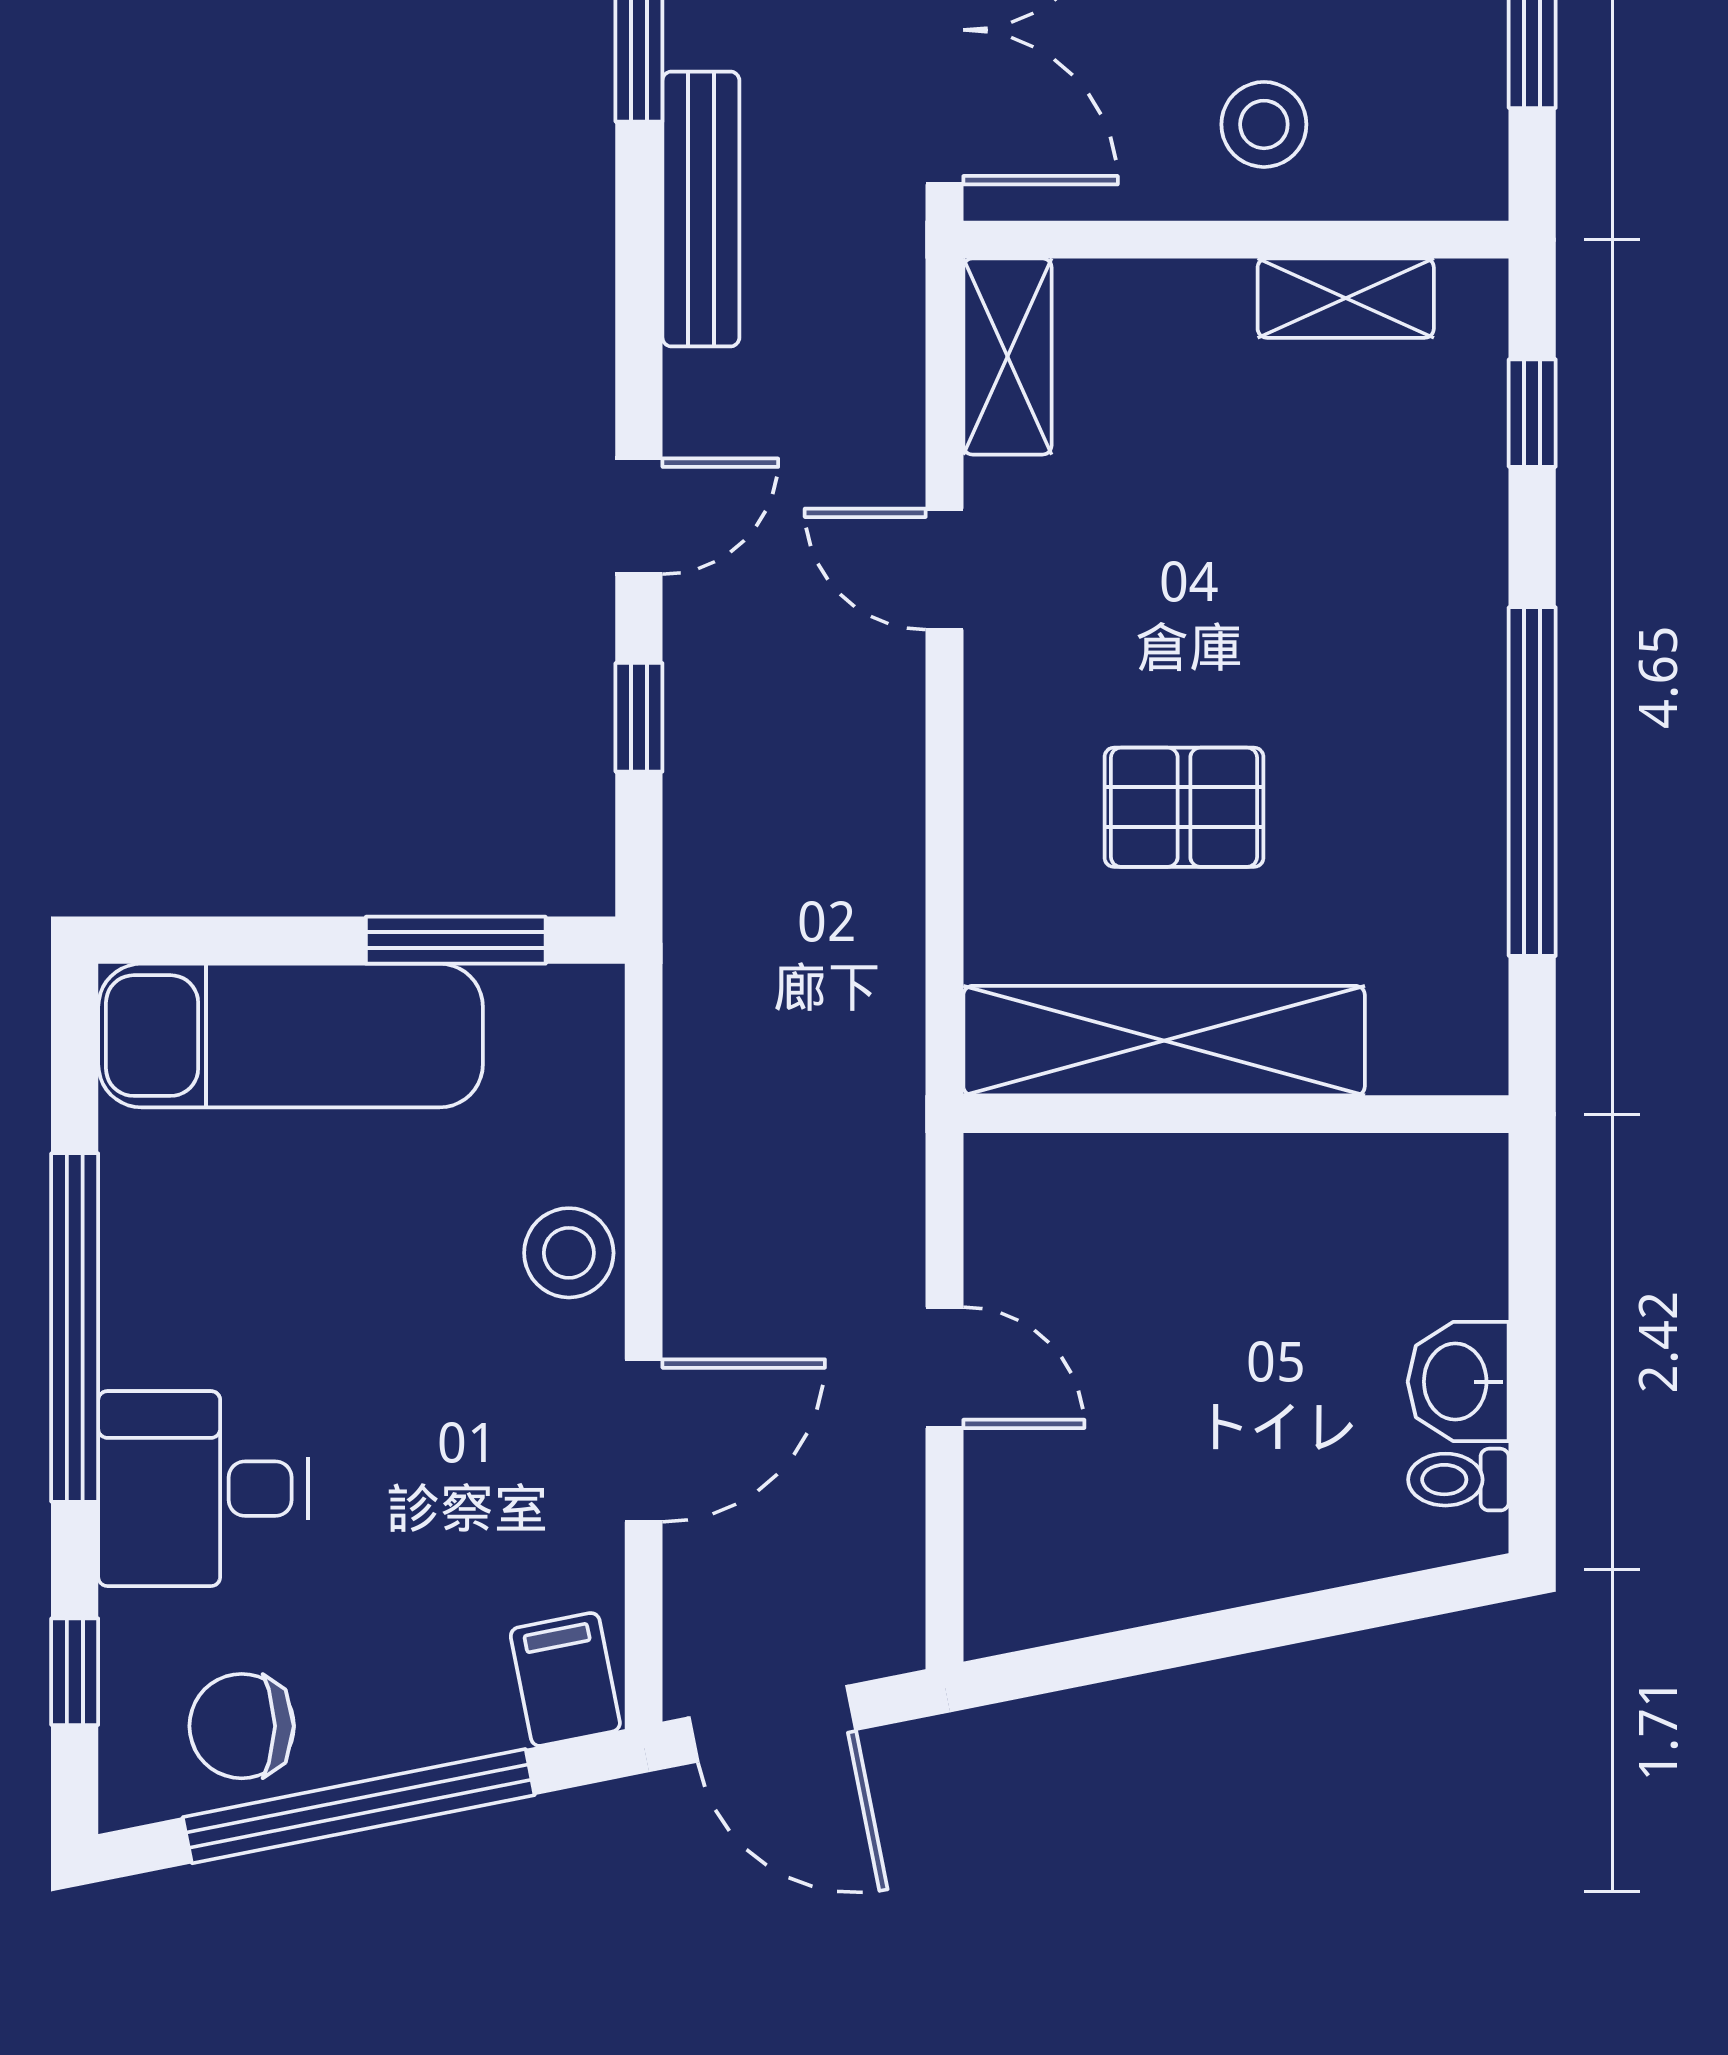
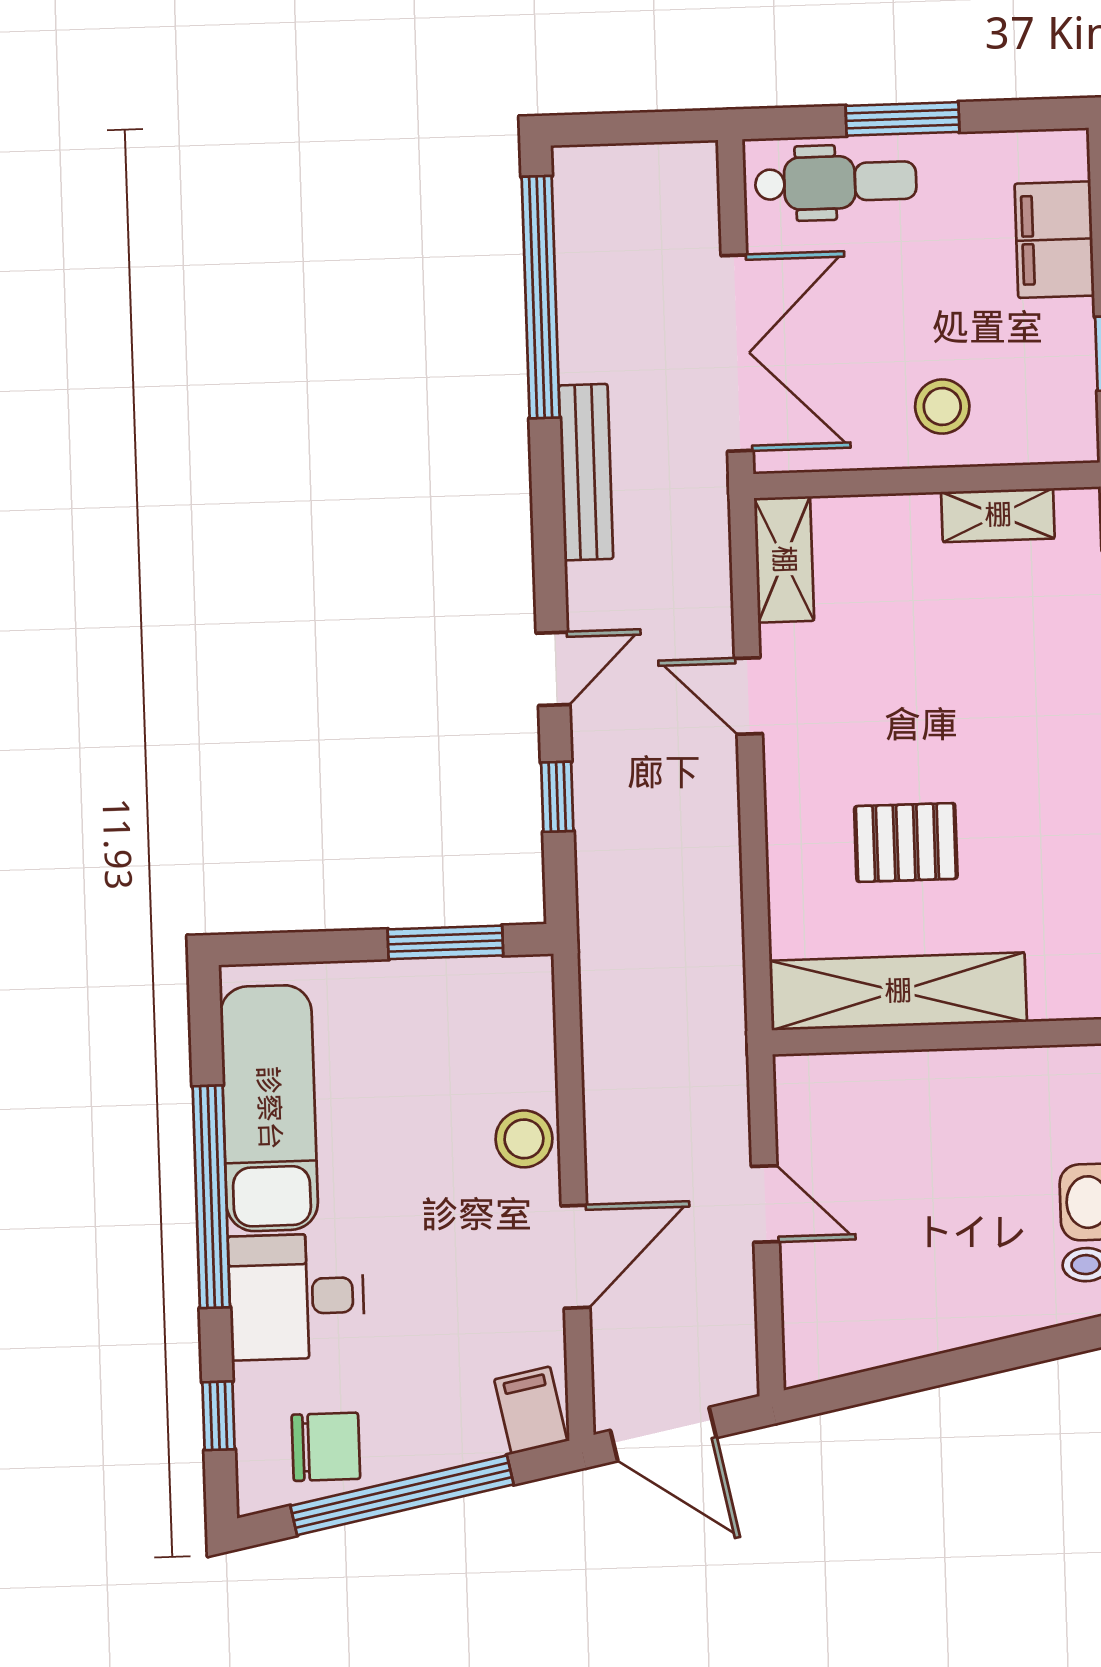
exam couch: (291, 1036) -> (269, 1108), moved, turned -90
chair: (242, 1726) -> (326, 1447), turned 180

